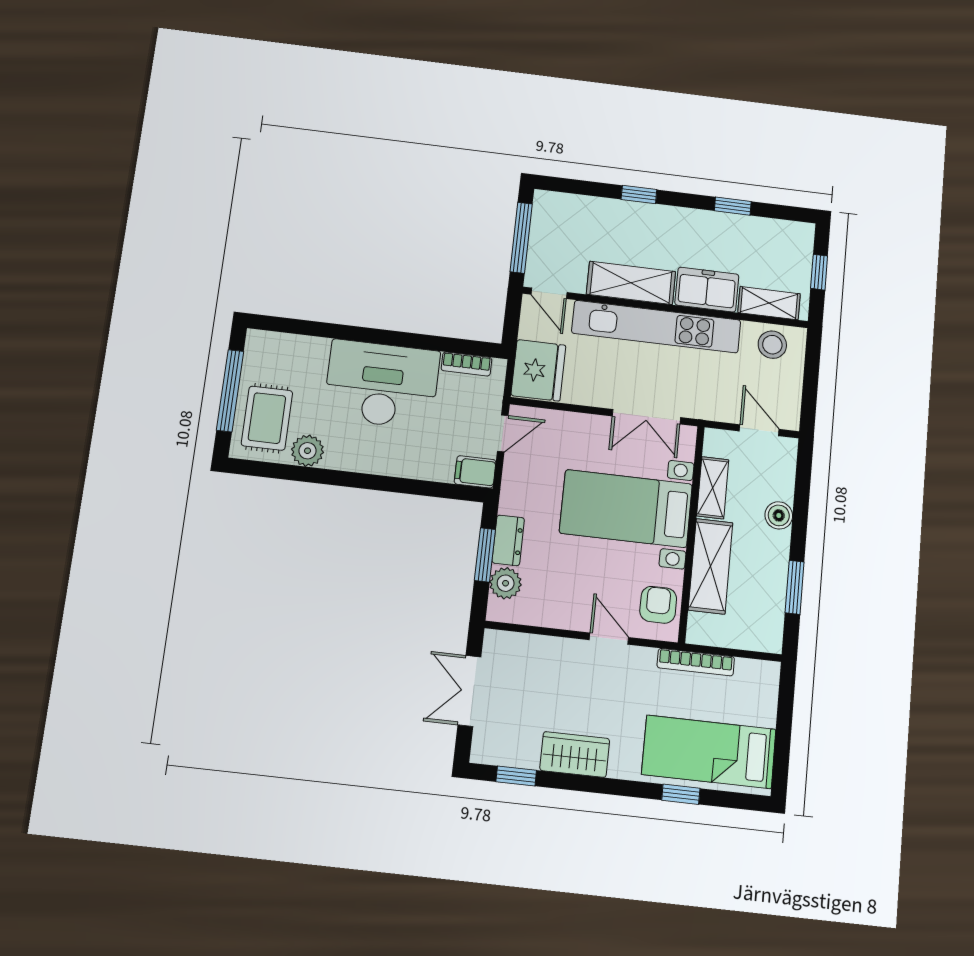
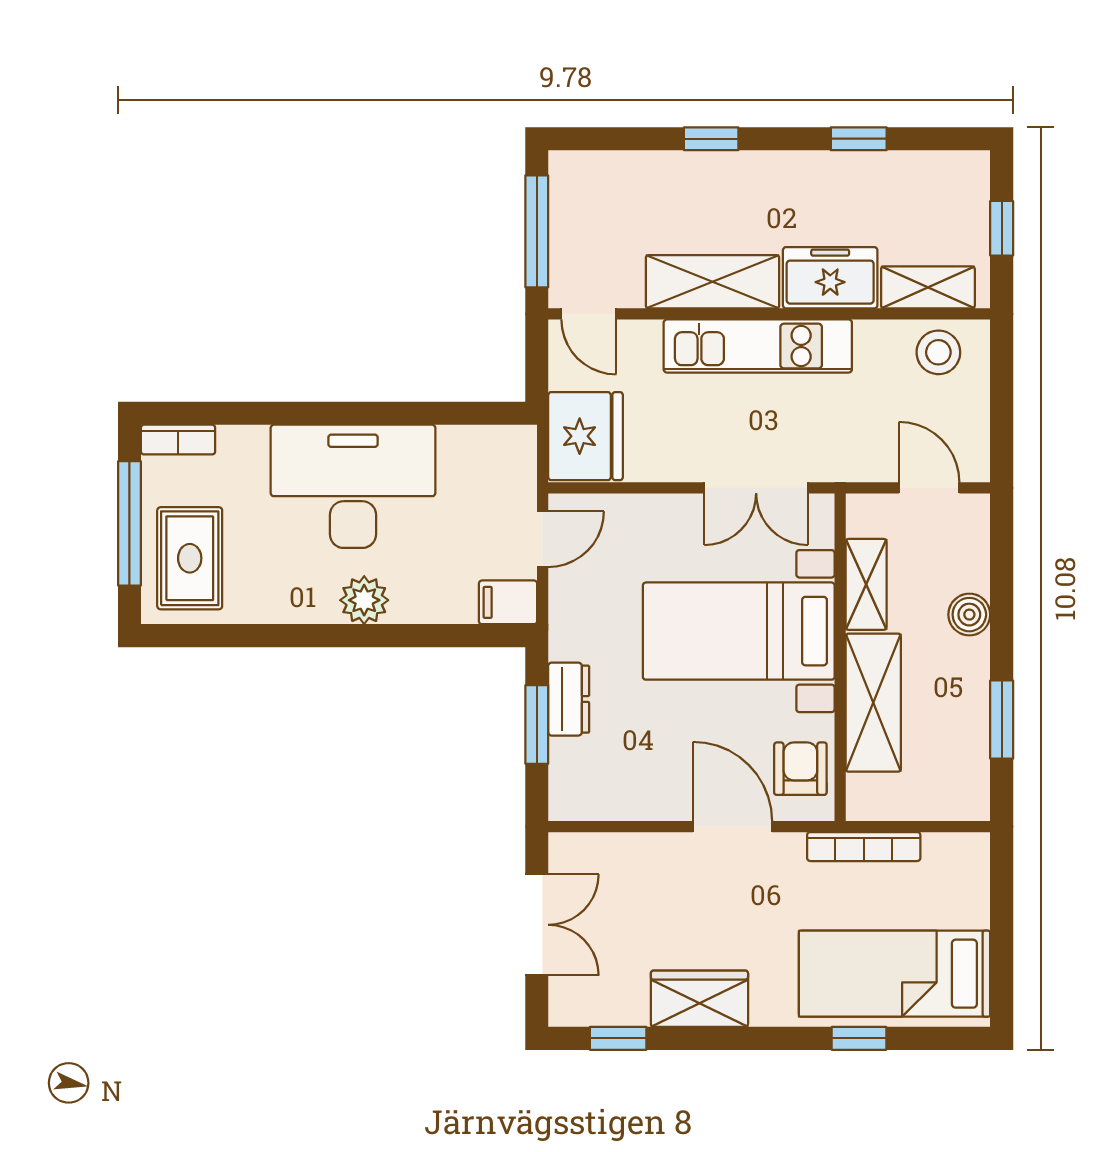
kitchen unit: (656, 327) -> (758, 346), width x0.73
bookcase: (466, 364) -> (178, 440), moved
plant: (308, 451) -> (364, 600), moved
plant: (506, 583) -> (572, 763), removed
door: (609, 639) -> (733, 827), width x1.38
double door: (469, 691) -> (537, 925), swing flipped

